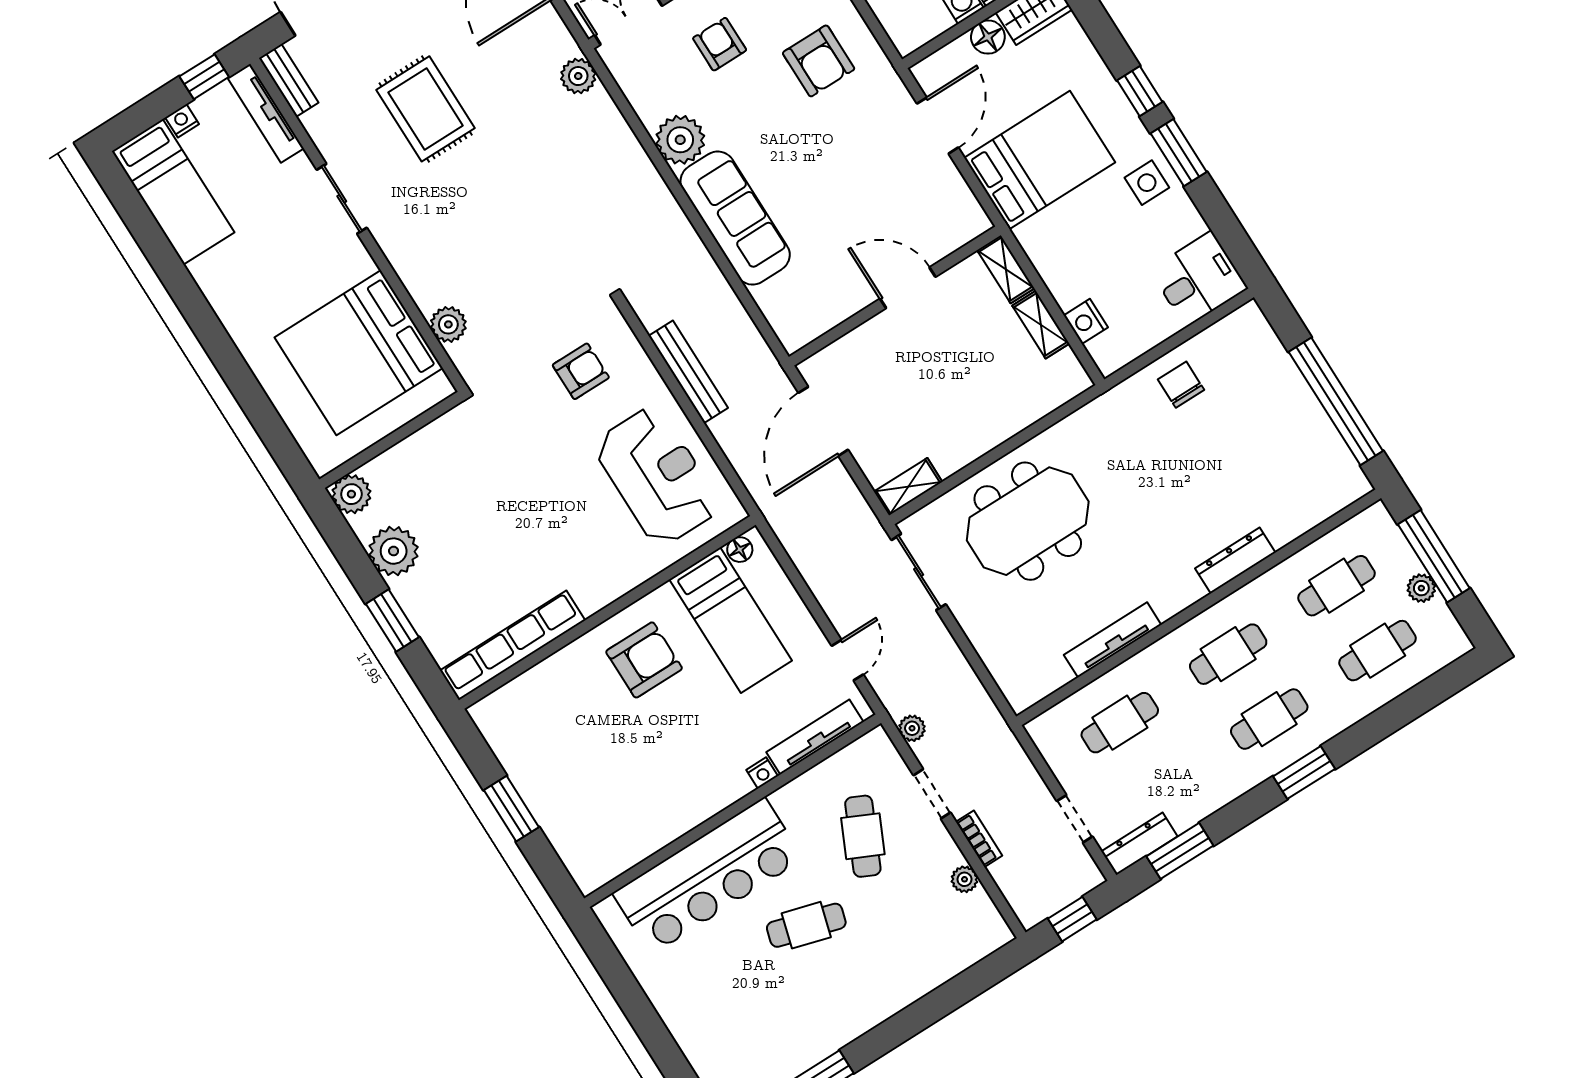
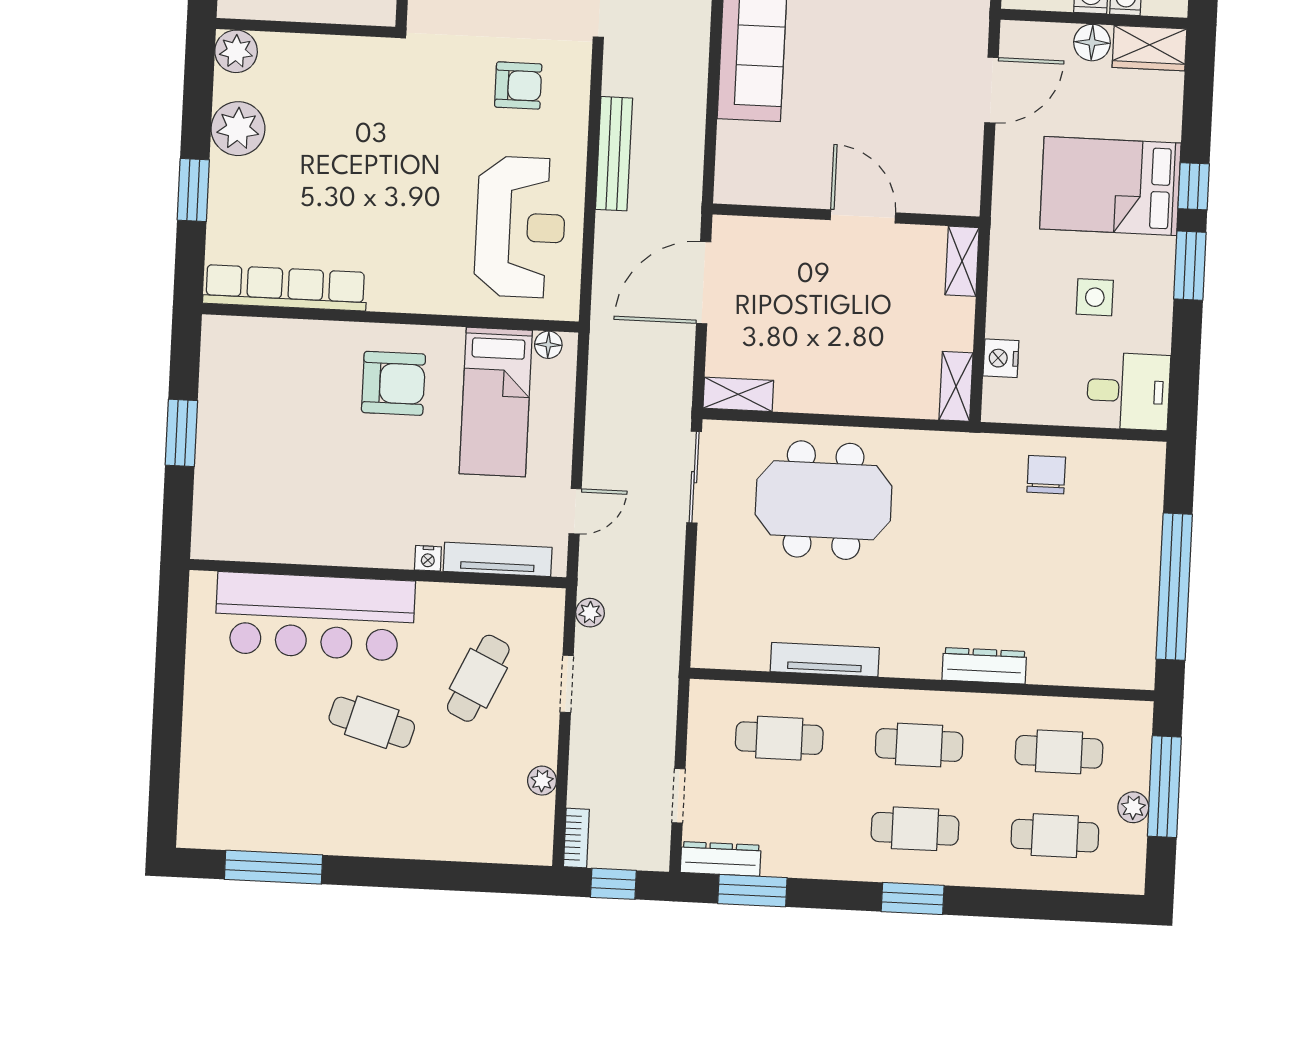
bed: (1040, 160) -> (1110, 186), moved, turned 180
side table: (1147, 183) -> (1095, 297), moved
shelving: (1041, 325) -> (956, 386), moved
bookcase: (979, 839) -> (576, 838), moved

